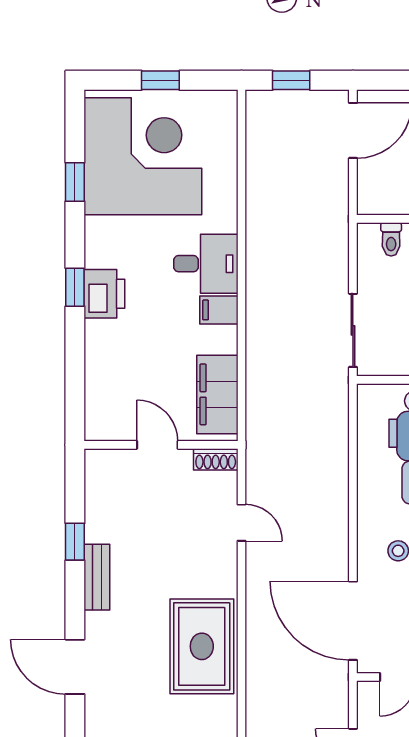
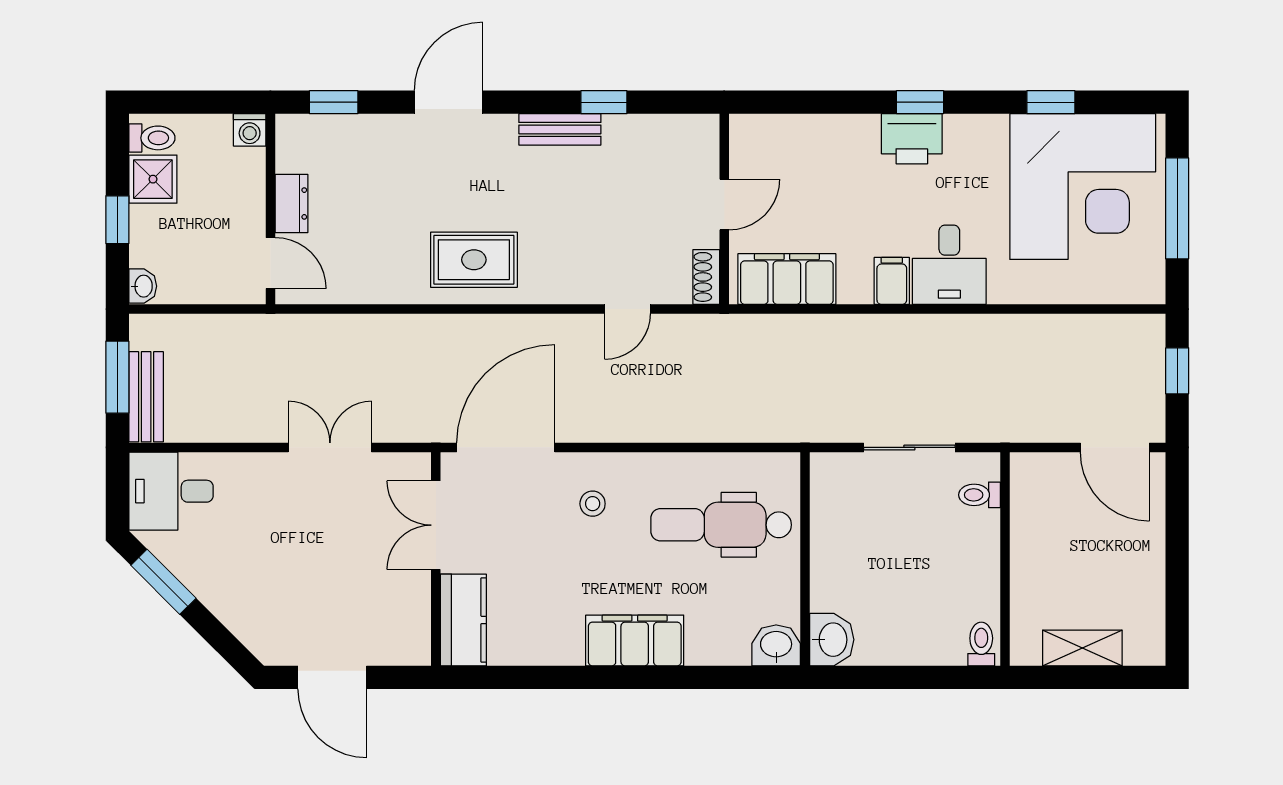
window: (160, 80) -> (1177, 208), width x2.17
sliding door: (353, 330) -> (909, 447), moved
rug: (202, 646) -> (474, 260), width x0.73, depth x0.70

